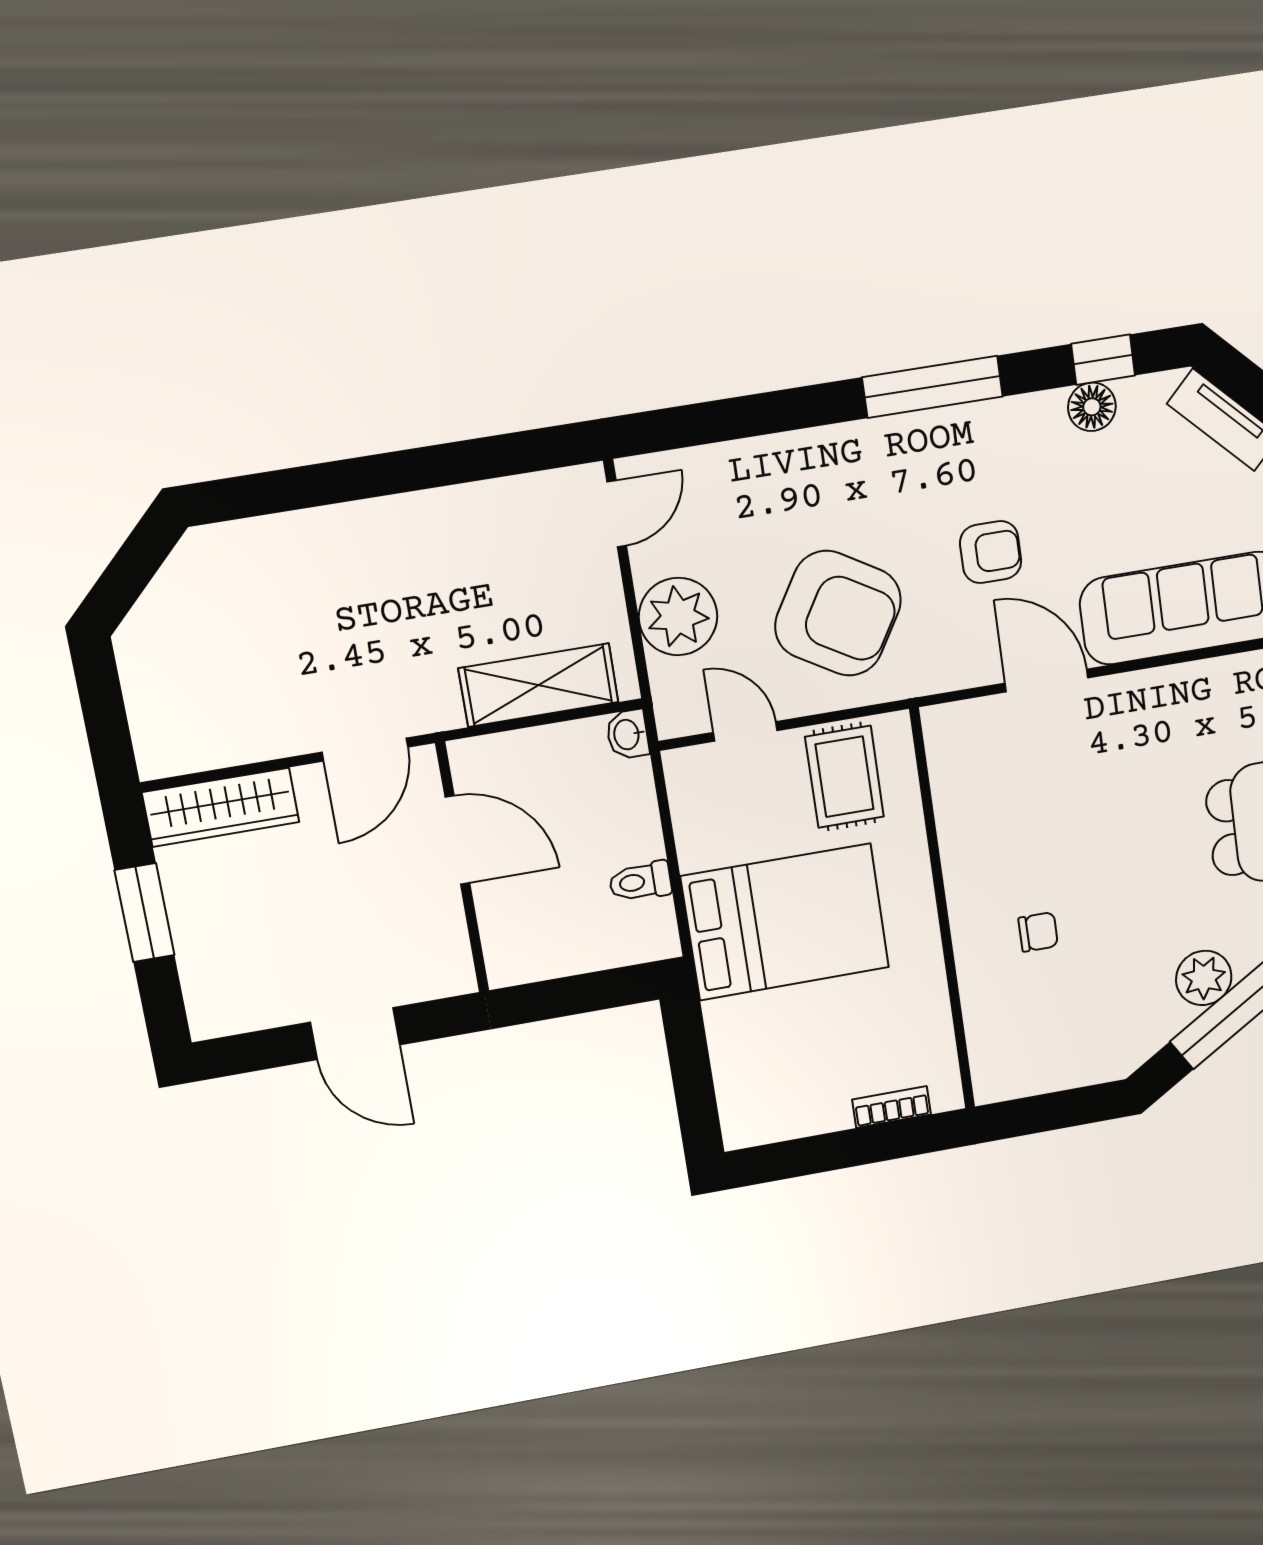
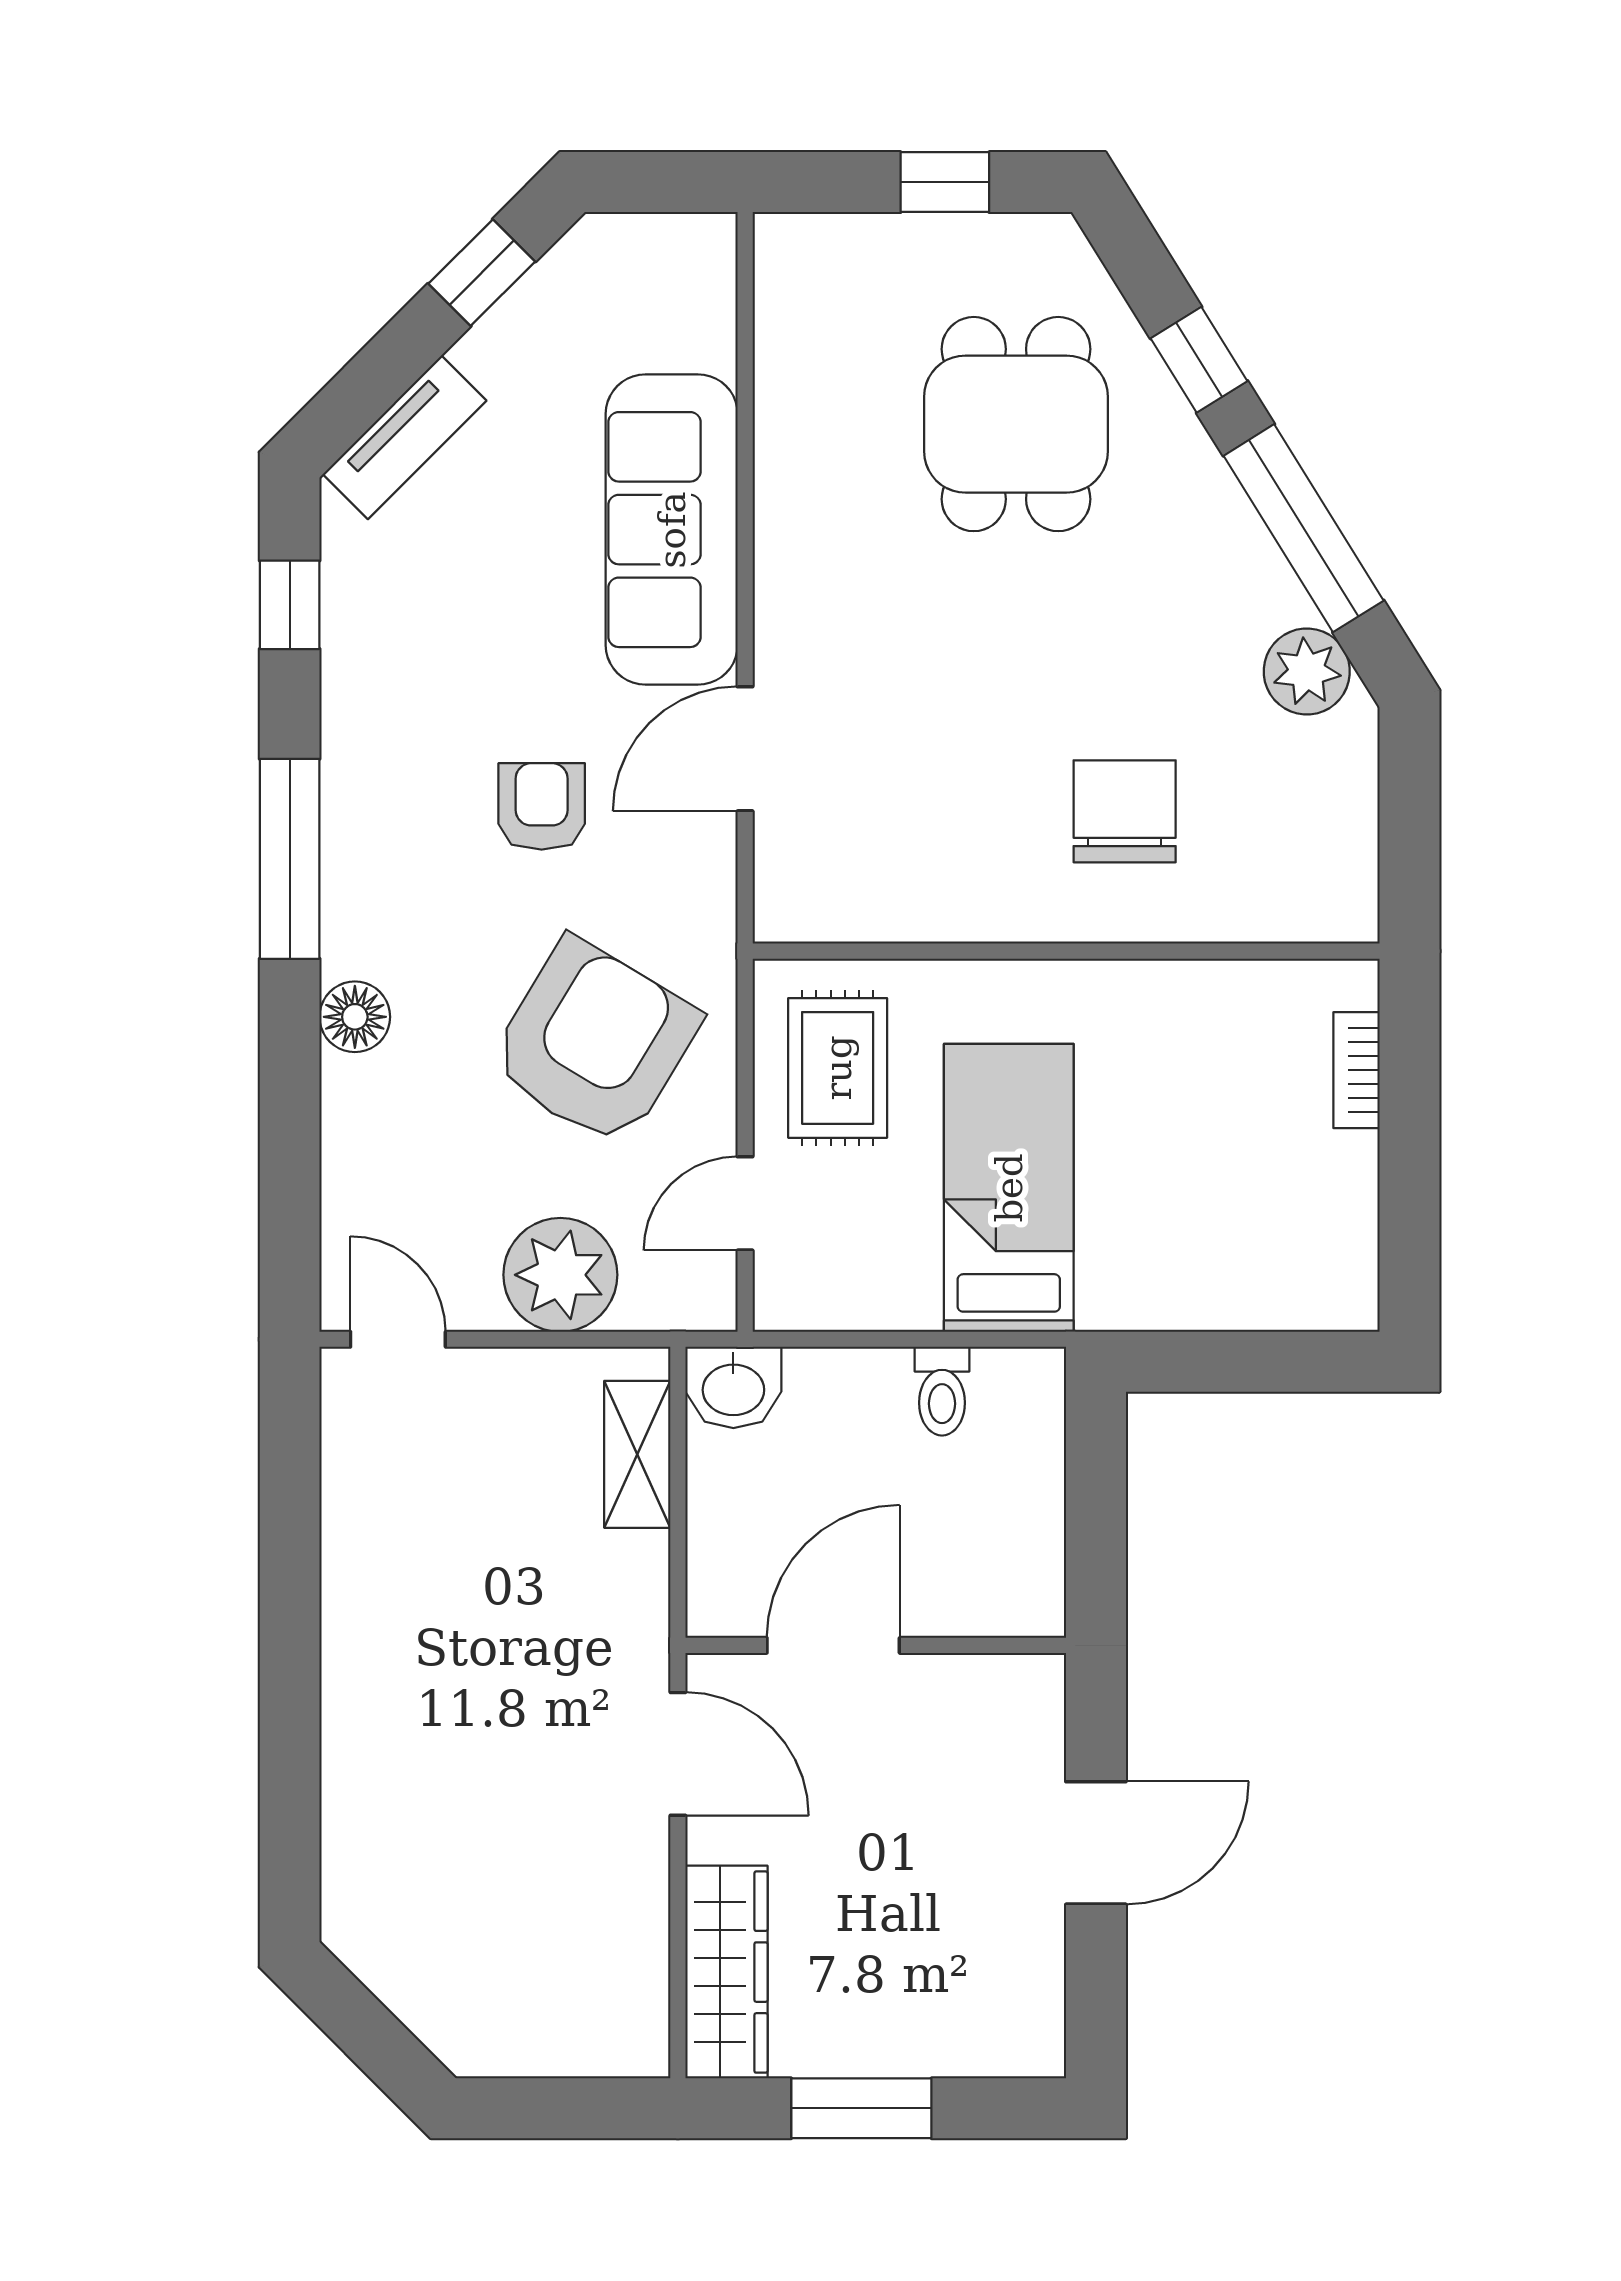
floor lamp: (1092, 407) -> (355, 1017), moved
shelving: (538, 685) -> (637, 1454), width x0.67, depth x0.75
washbasin: (628, 734) -> (733, 1387), width x1.38, depth x1.45
rug: (845, 777) -> (838, 1068), turned 90
bed: (785, 922) -> (1009, 1188), width x0.67
chair: (1038, 932) -> (1125, 811), width x1.87, depth x1.87
plant: (1204, 978) -> (1307, 671), moved

